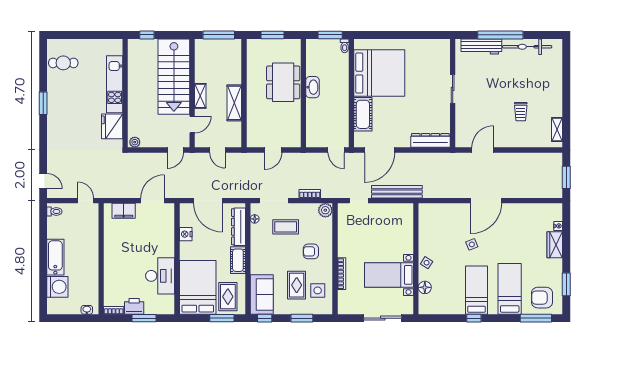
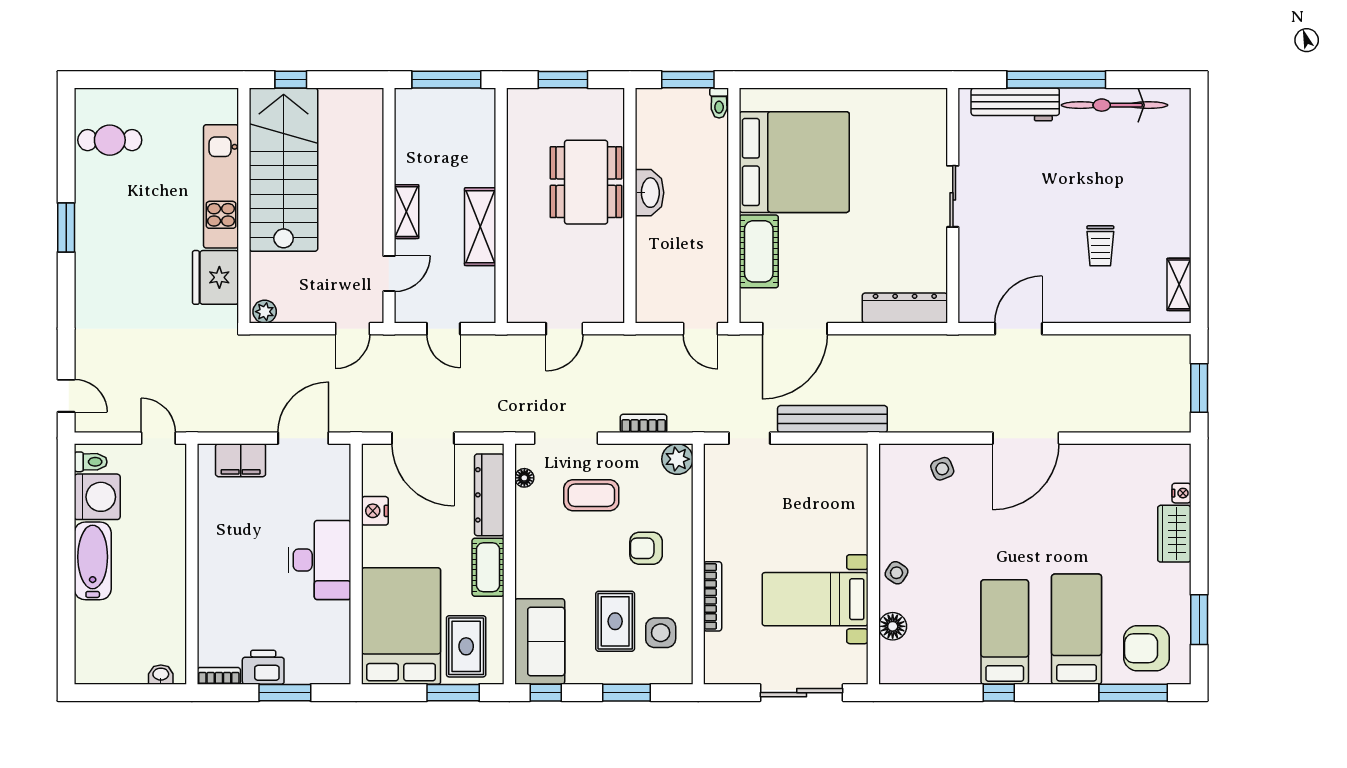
stairs: (174, 77) -> (284, 170), moved, turned 180
side table: (472, 244) -> (942, 469), moved
desk: (160, 276) -> (319, 560), moved
washing machine: (57, 287) -> (97, 497), moved

